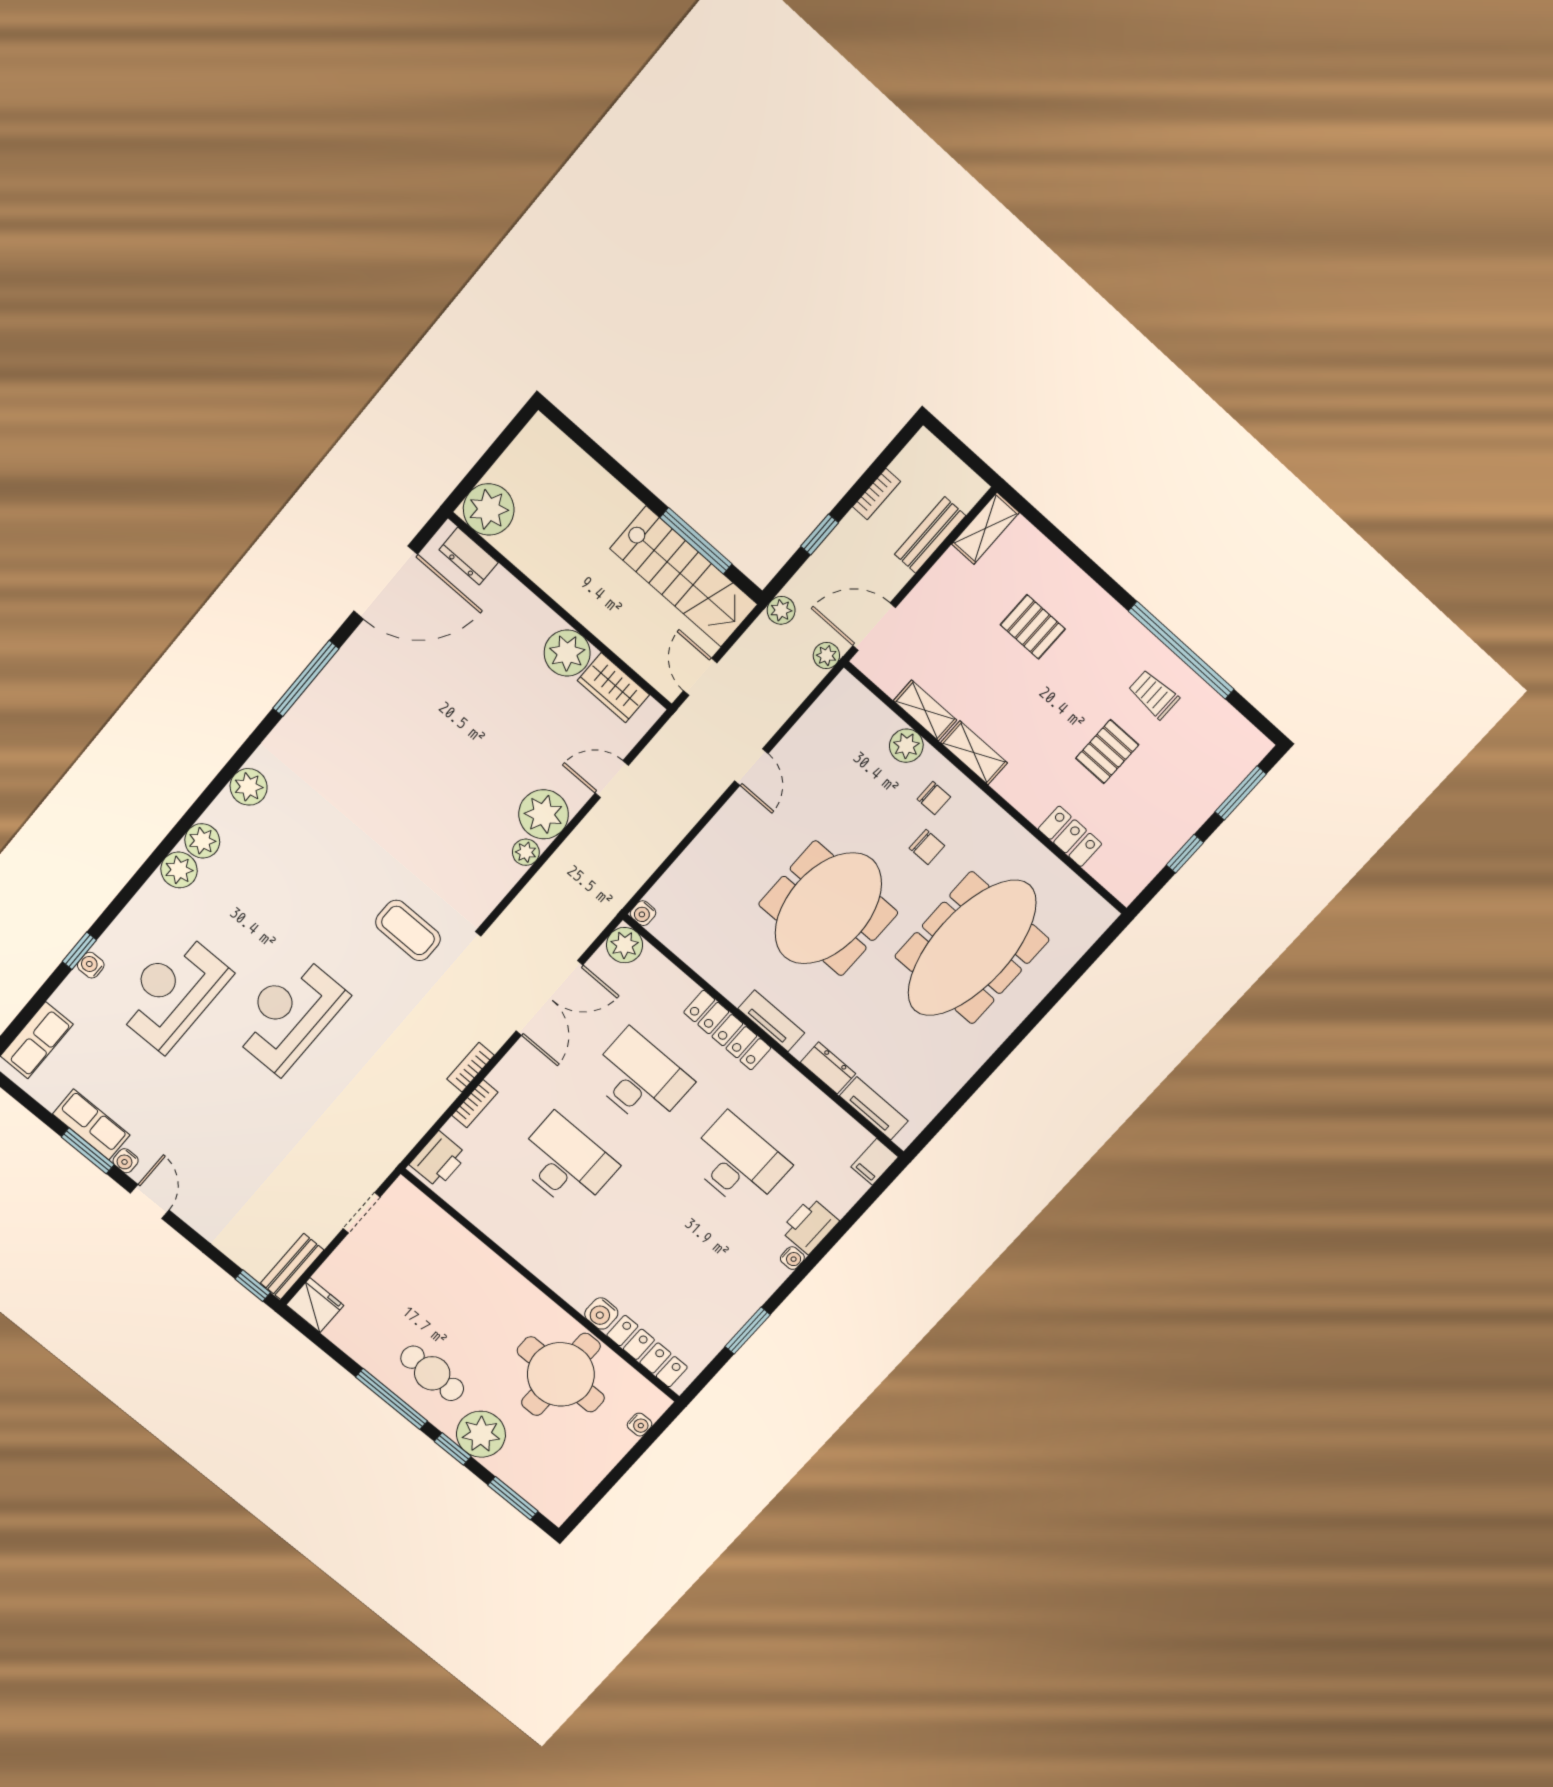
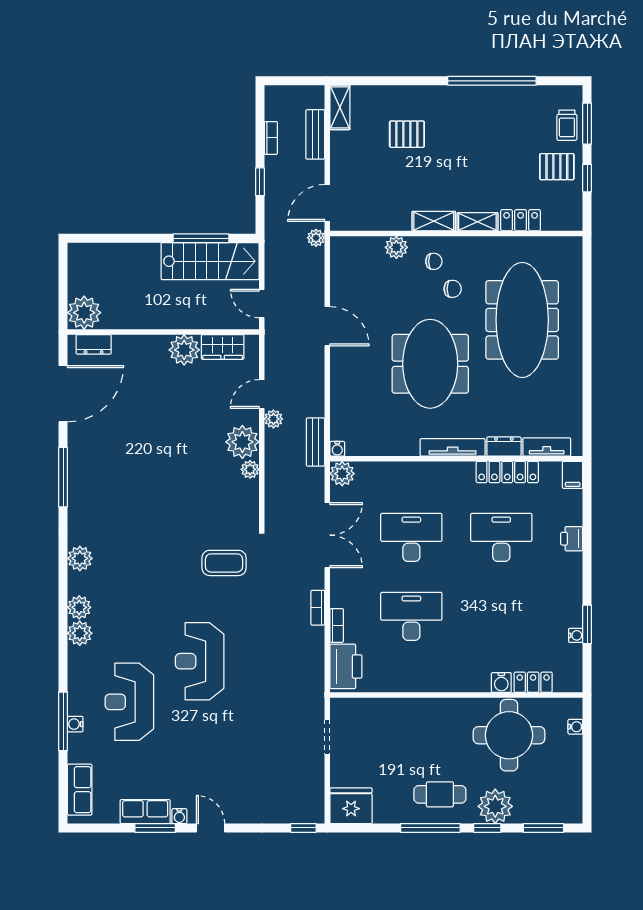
plant: (781, 610) -> (273, 419), moved
trolley: (1154, 694) -> (567, 125), moved, turned -90
shelving: (925, 710) -> (477, 222), moved
pallet: (1107, 752) -> (557, 167), moved, turned 90
door: (751, 767) -> (327, 326), width x1.38
window: (79, 951) -> (63, 721), width x2.17
tv unit: (771, 1021) -> (453, 447), width x1.41
locker: (727, 1030) -> (507, 472), moved
printer: (439, 1160) -> (346, 666), width x1.37, depth x1.19
printer: (810, 1226) -> (572, 539), width x0.73, depth x0.81
water cooler: (792, 1258) -> (576, 635), moved
bench: (292, 1267) -> (315, 442), moved
fridge: (315, 1305) -> (351, 806), width x1.36, depth x1.34
locker: (647, 1351) -> (533, 682), width x0.66

